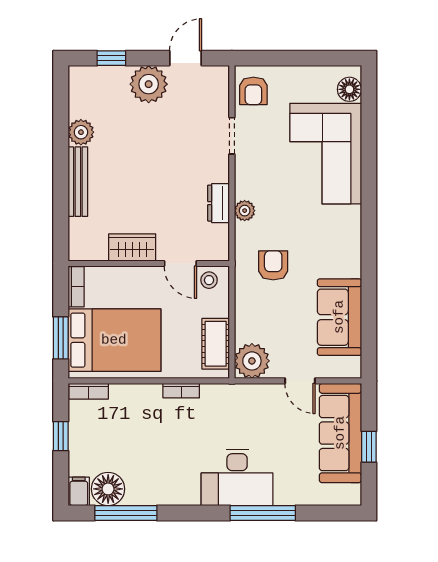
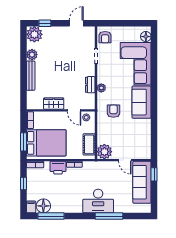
plant: (149, 84) -> (34, 34), moved
sofa: (339, 317) -> (142, 102), moved
printer: (142, 399) -> (58, 168), added
window: (369, 447) -> (154, 174), moved

